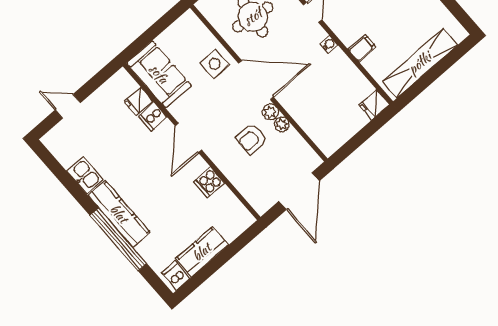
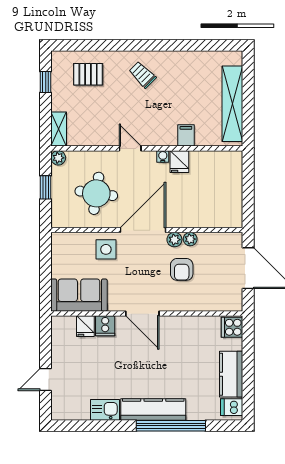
fridge: (374, 105) -> (179, 162), moved
cooker: (209, 182) -> (232, 327), moved, turned 90

